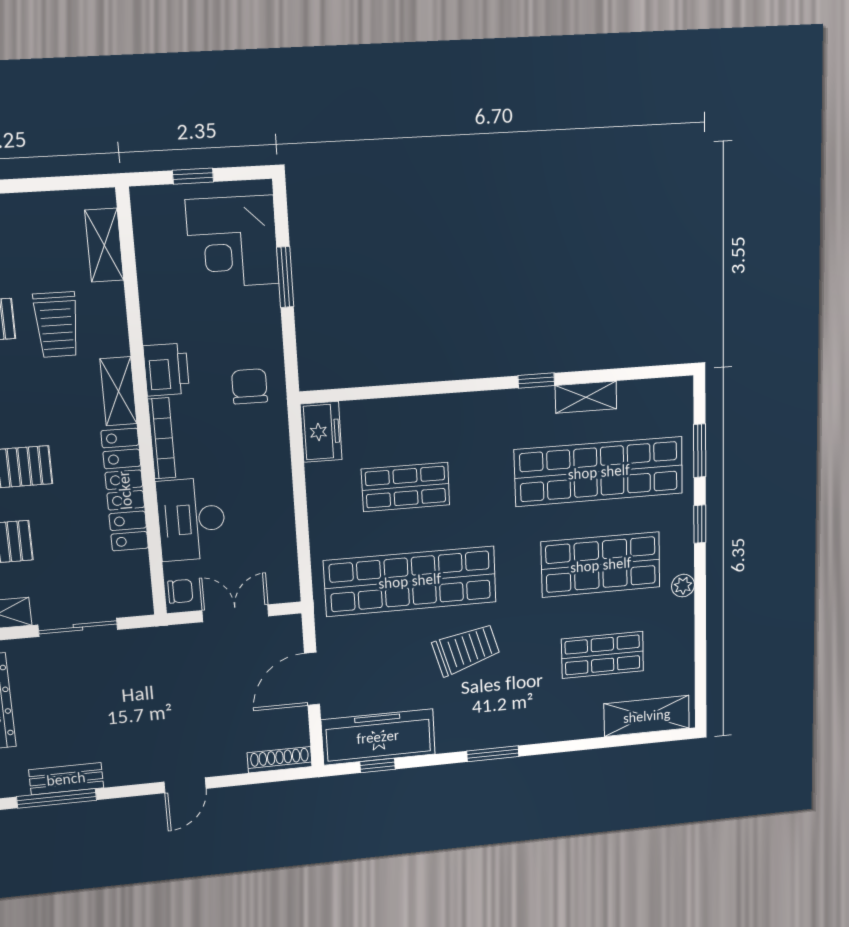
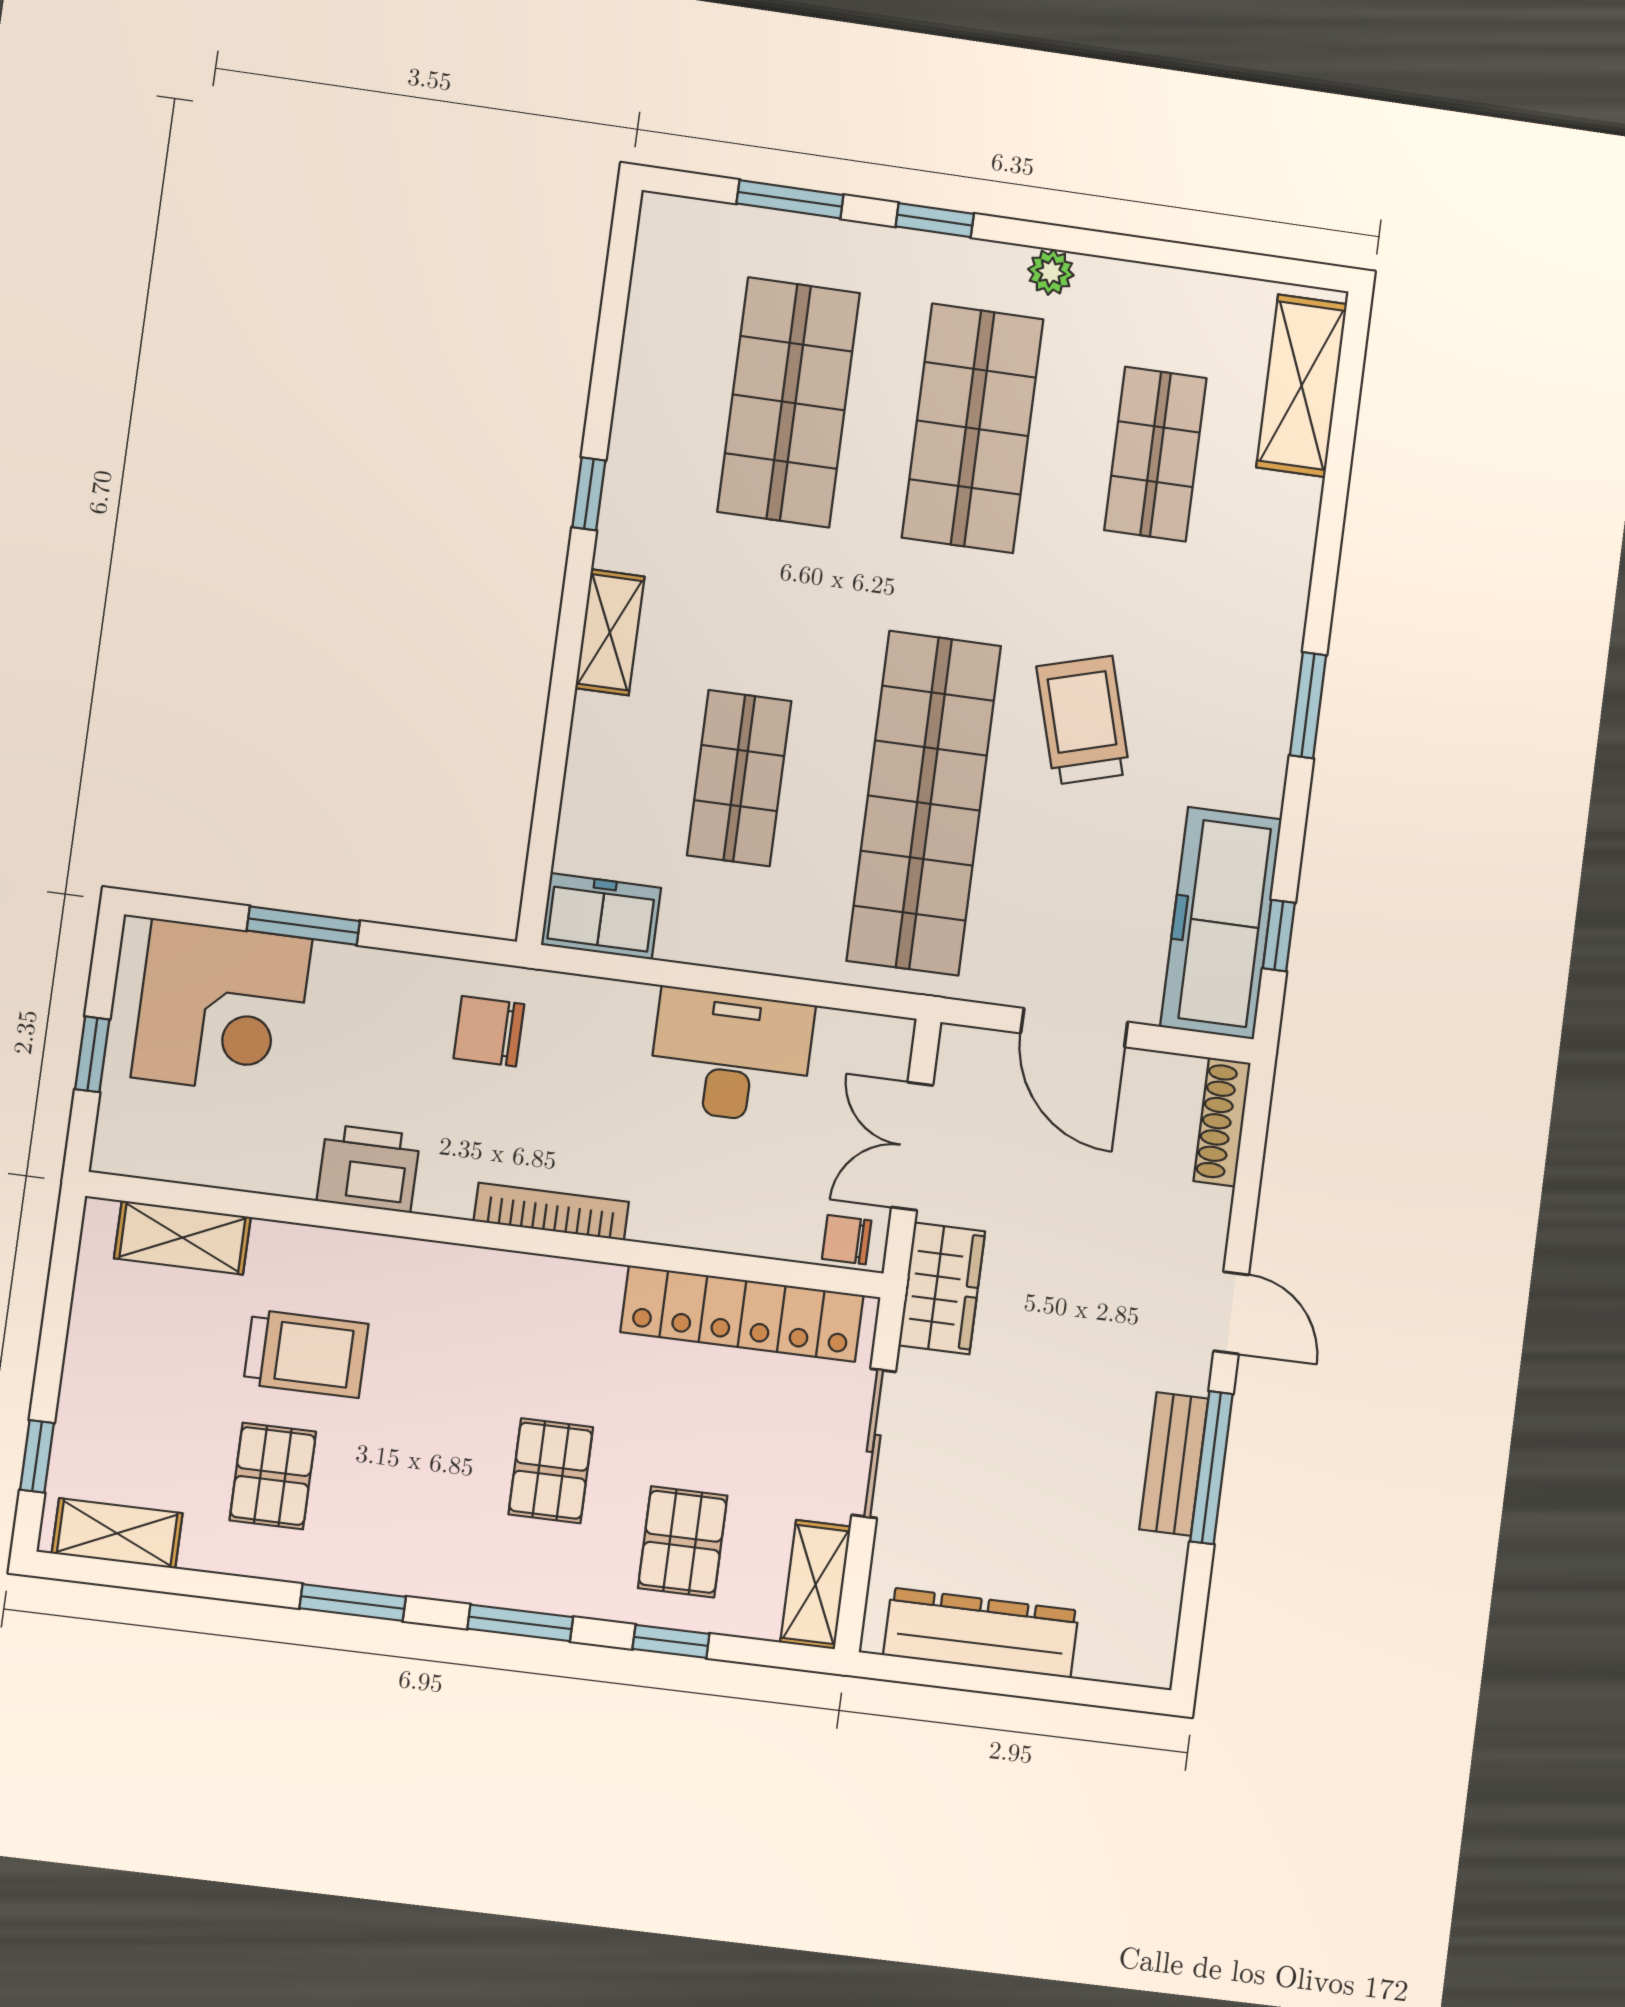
printer: (166, 370) -> (369, 1168), moved
shelving: (118, 391) -> (448, 1271), removed
shelving: (586, 397) -> (610, 632), moved
shop shelf: (599, 472) -> (789, 402), width x0.71
locker: (125, 490) -> (742, 1314), moved
desk: (191, 519) -> (731, 1056), moved, turned 180
chair: (180, 591) -> (847, 1240), turned -90
wardrobe: (166, 644) -> (942, 1288), added
bench: (66, 779) -> (1174, 1464), moved
window: (57, 798) -> (1211, 1468), moved

